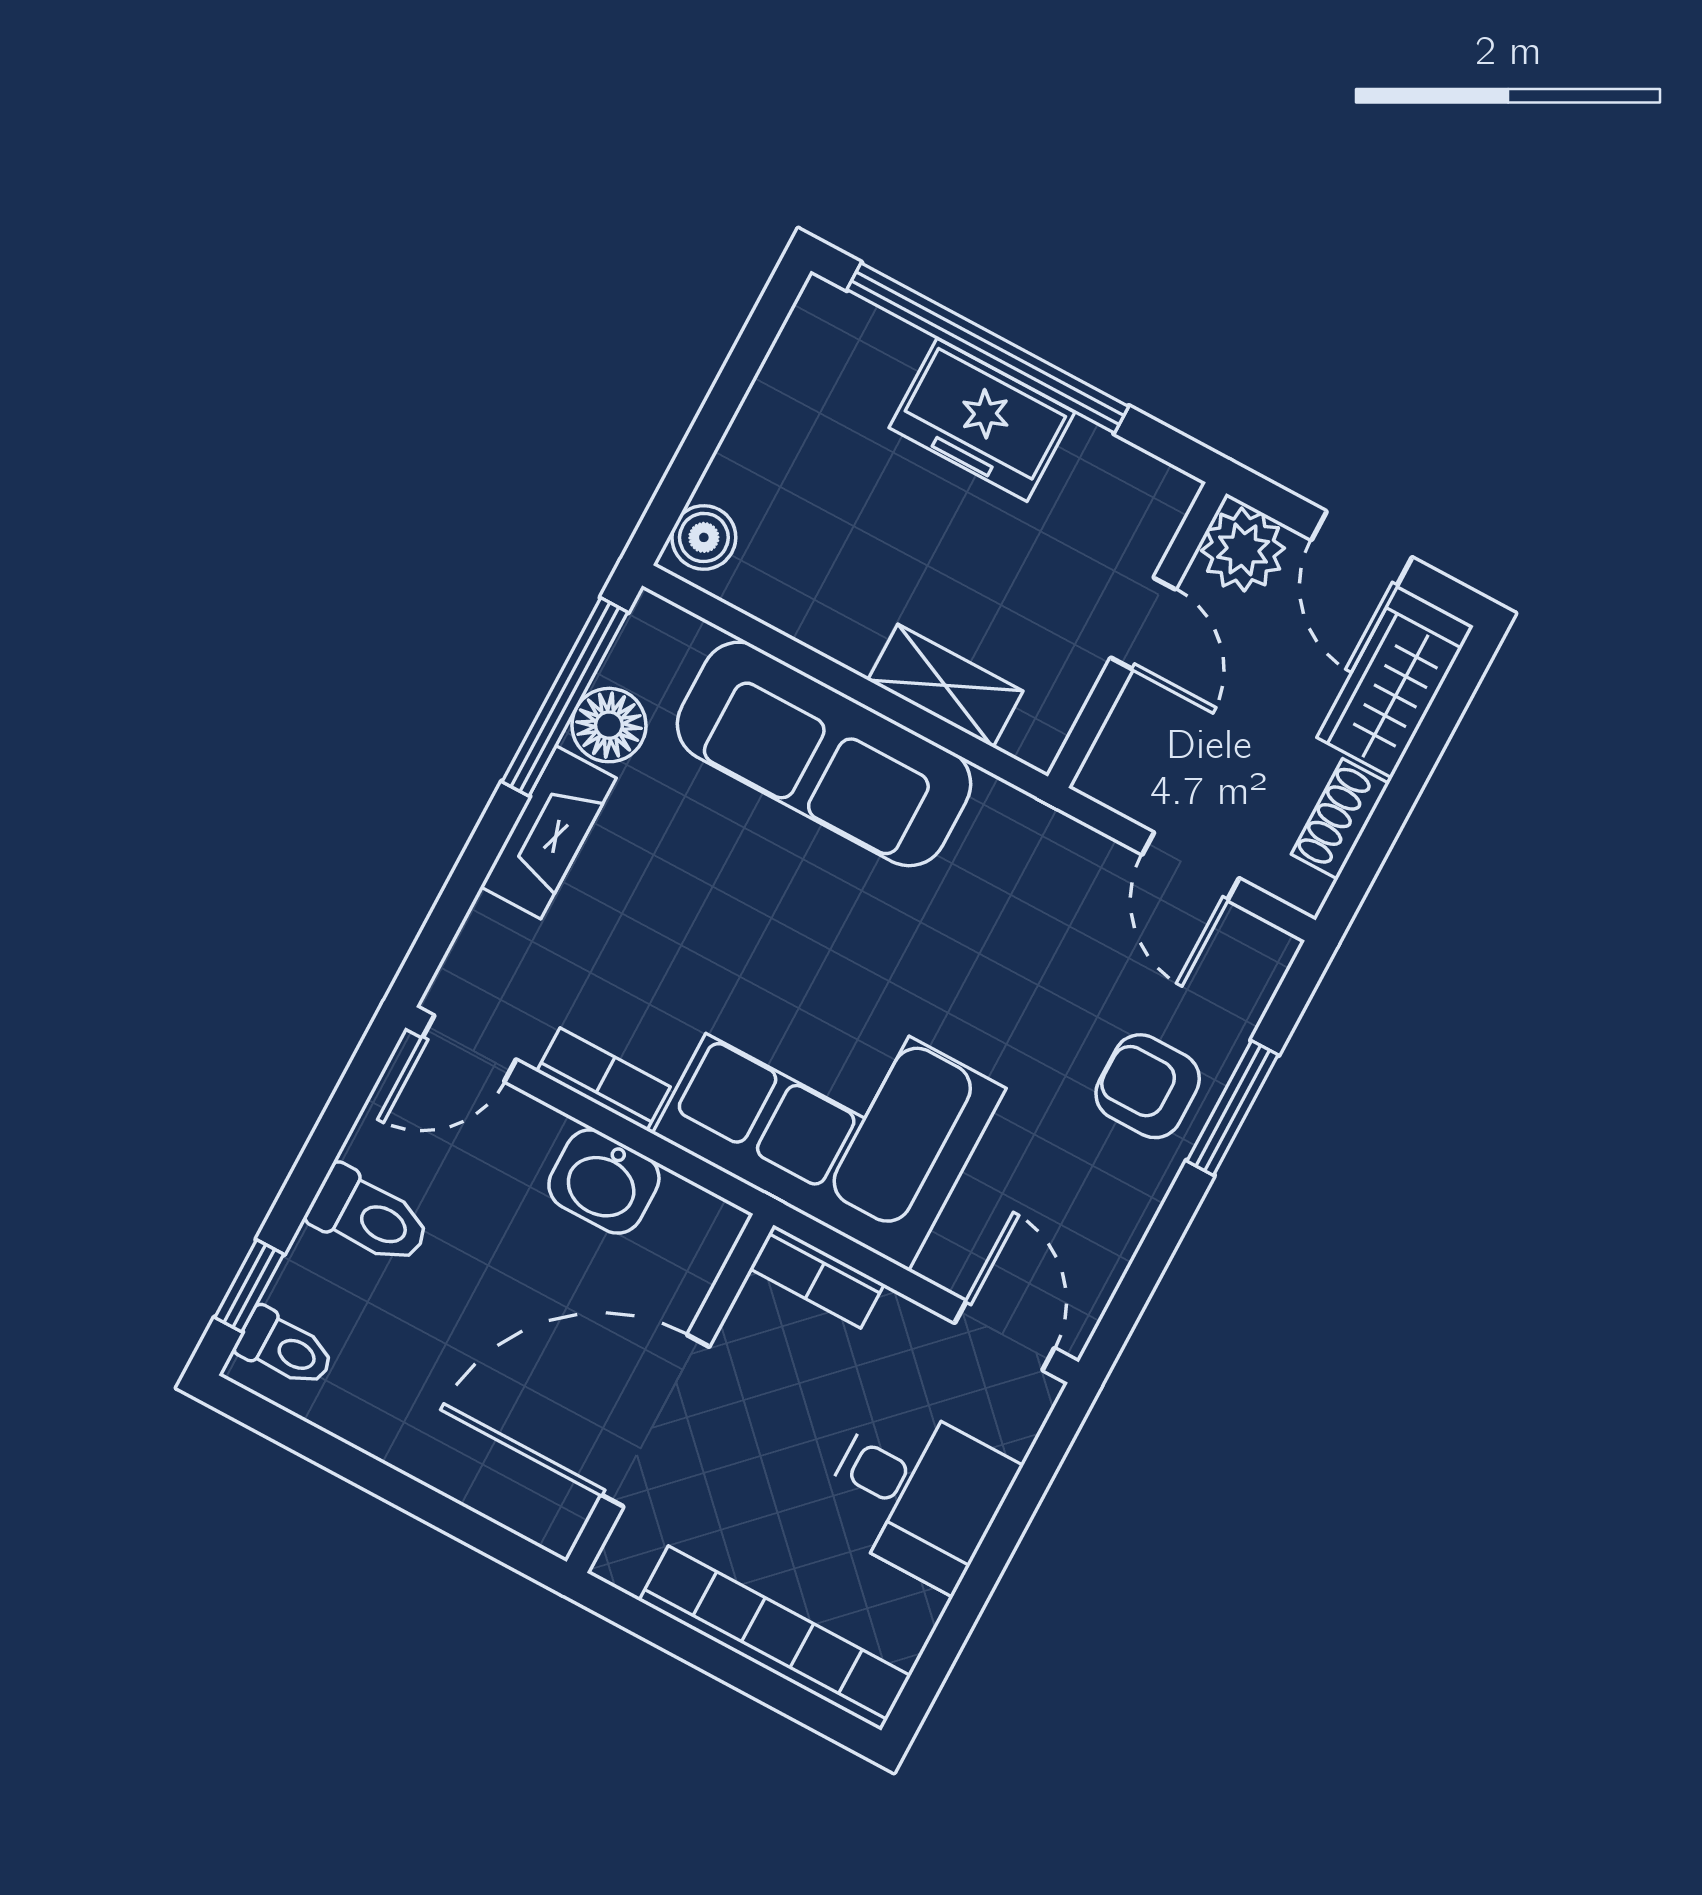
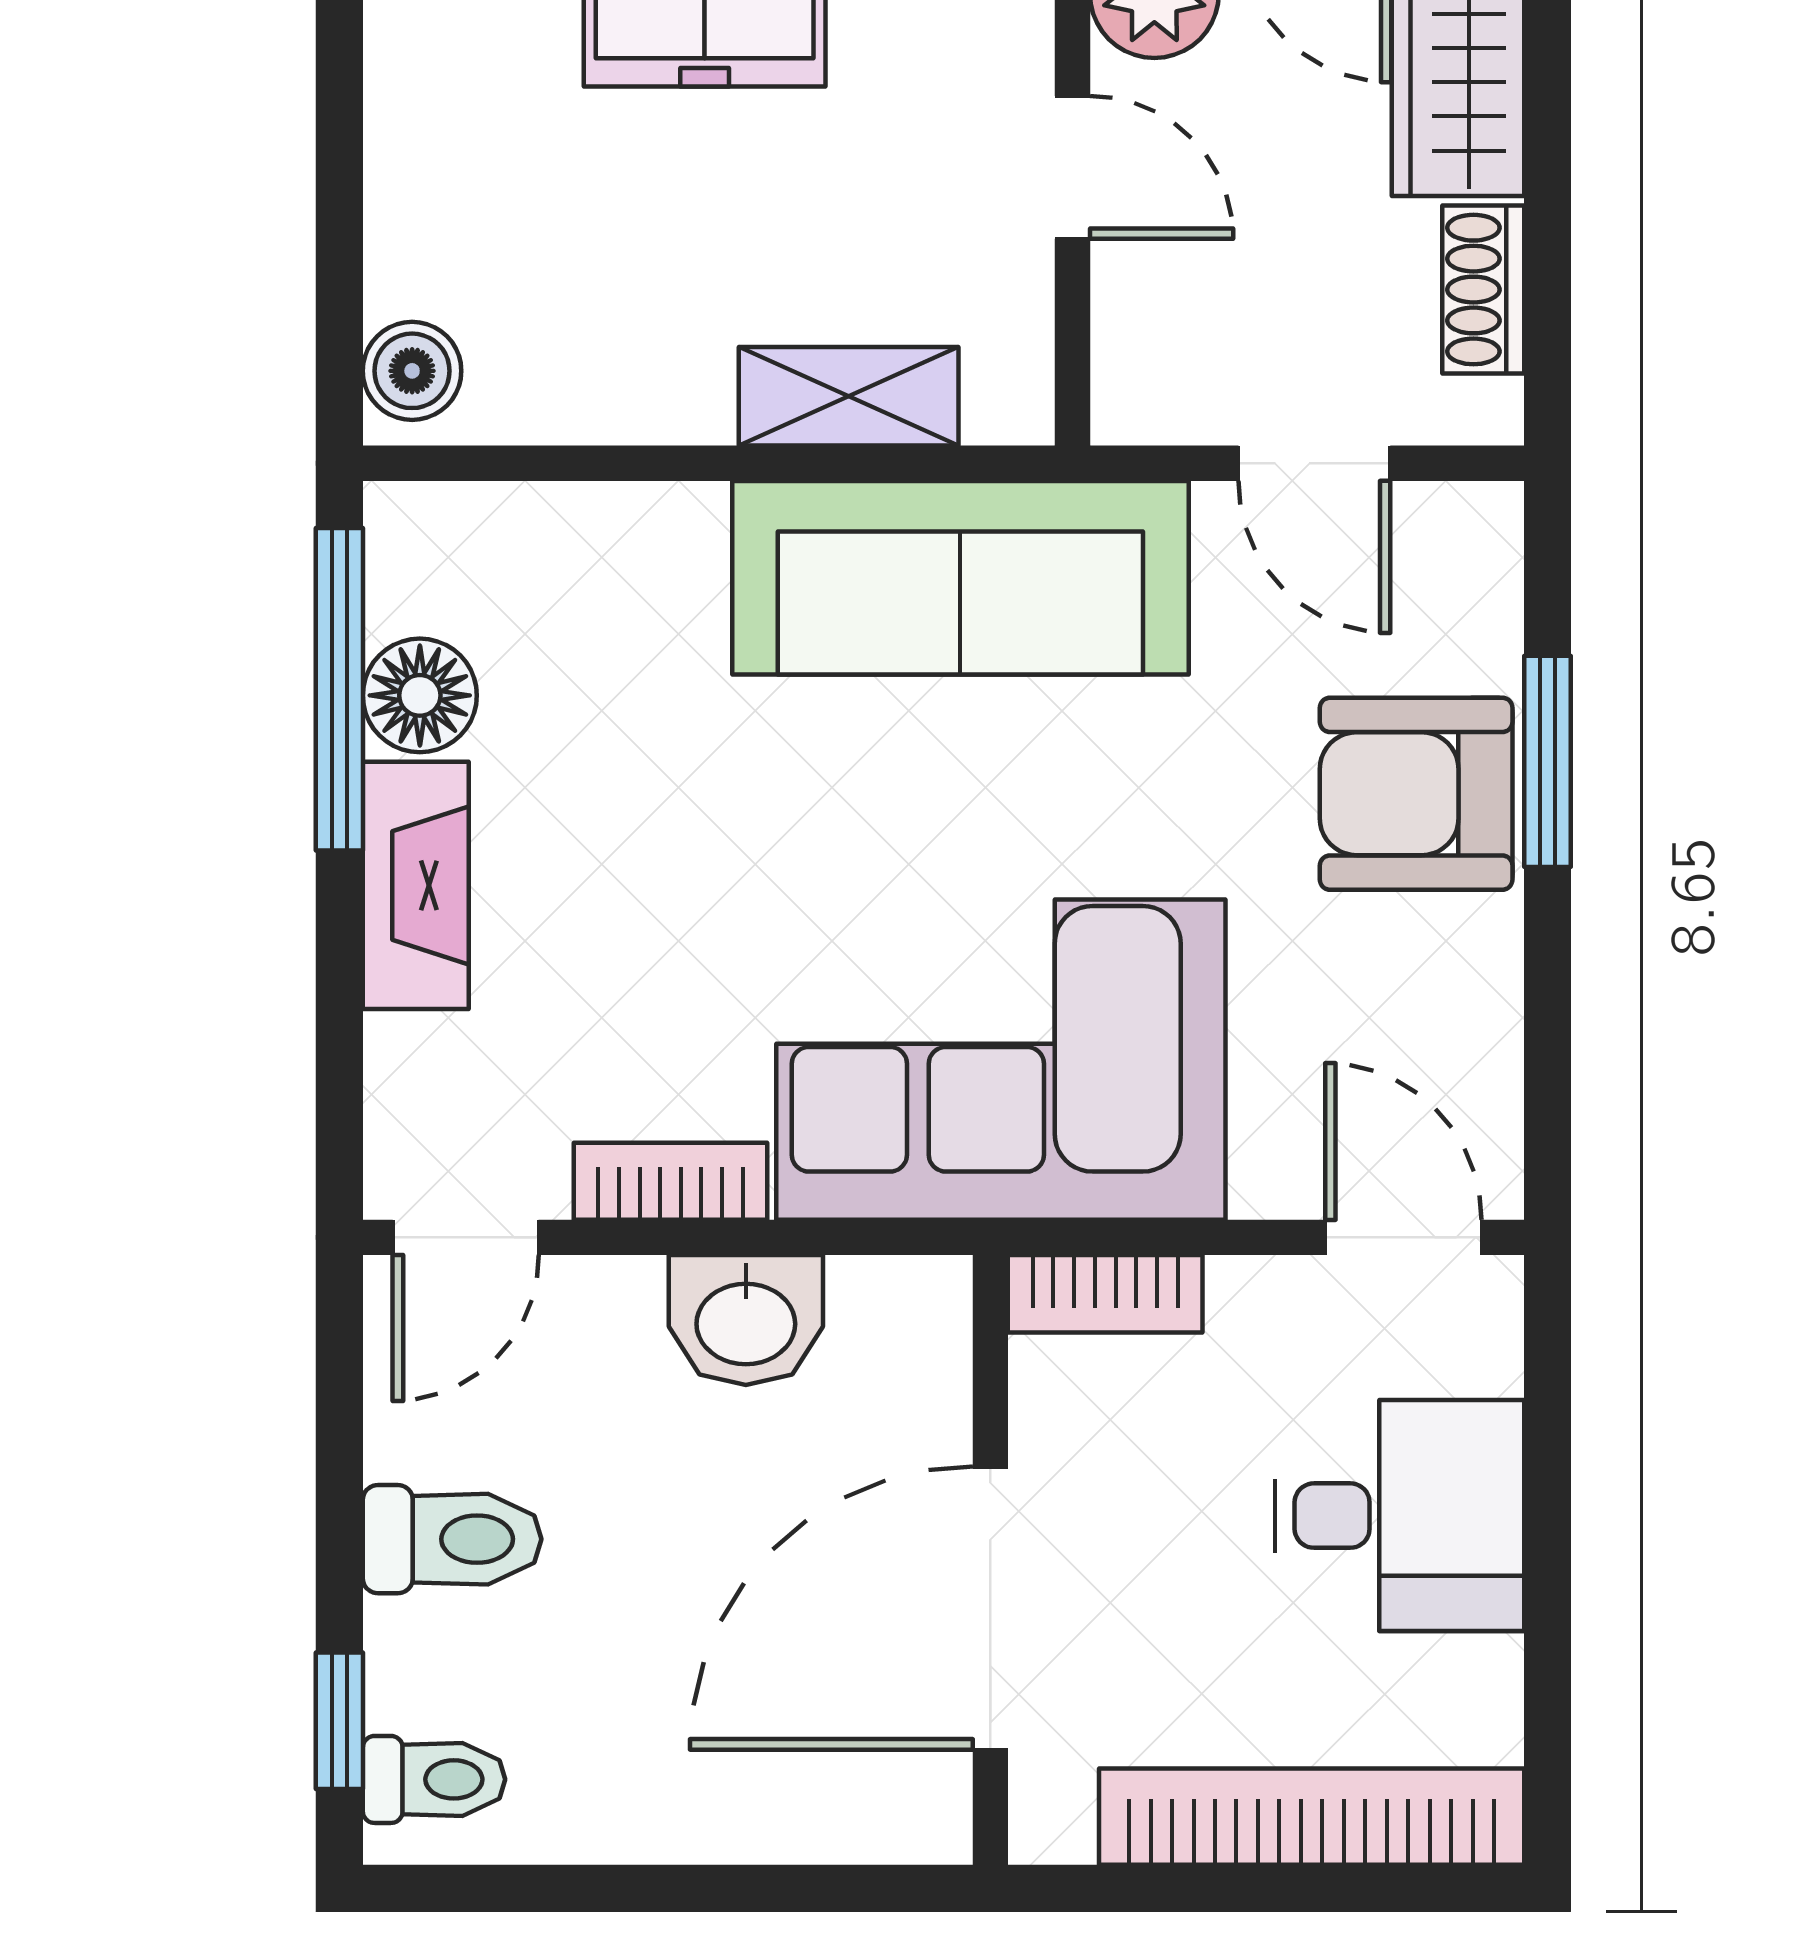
sofa: (824, 754) -> (960, 578), moved
armchair: (1148, 1086) -> (1416, 794), width x1.38, depth x1.38

